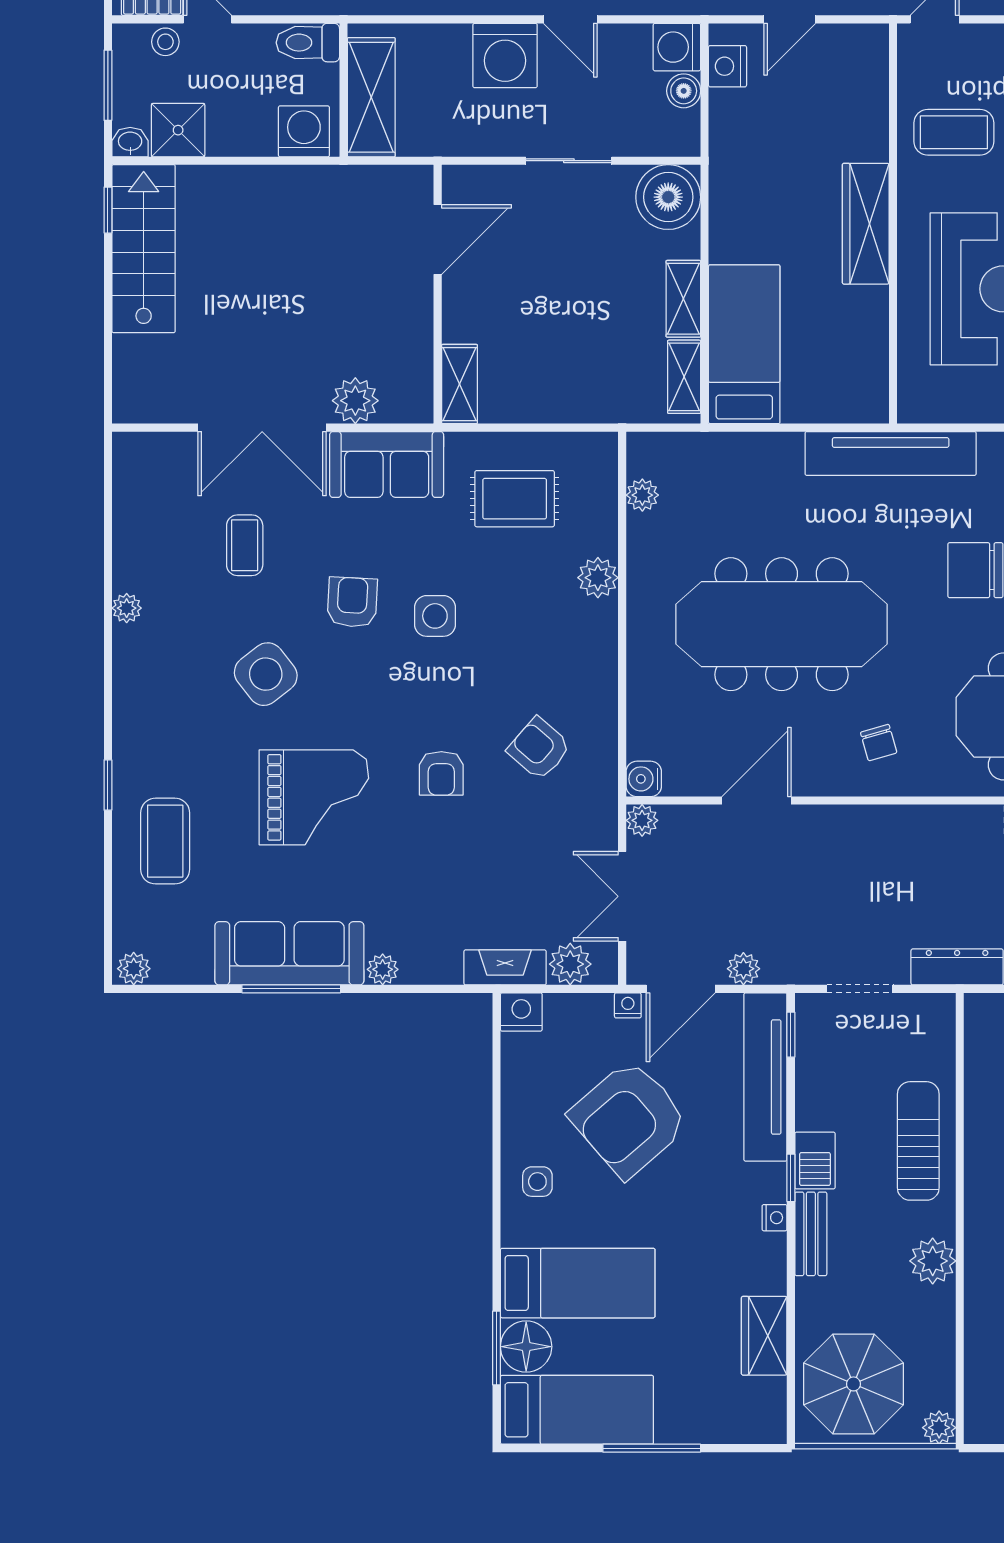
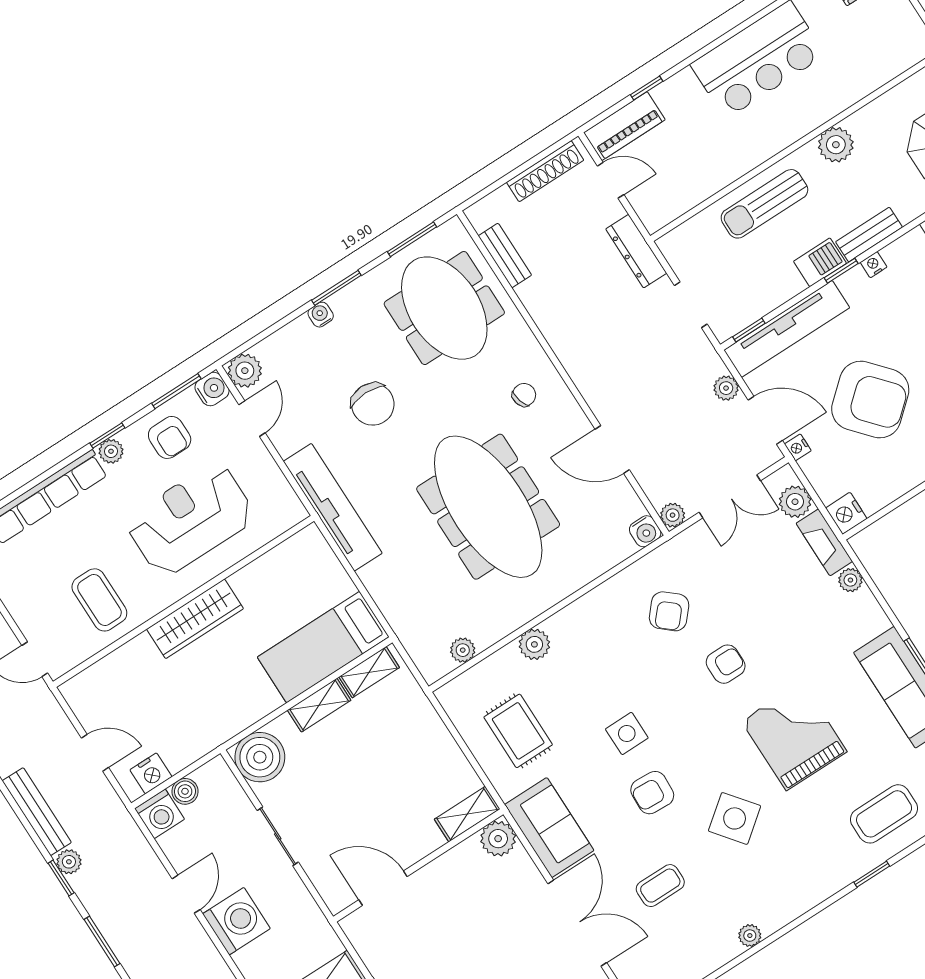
plant: (355, 401) -> (498, 839), moved
plant: (383, 969) -> (850, 580), moved

